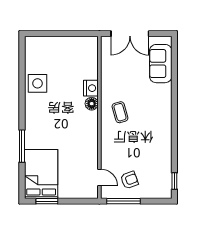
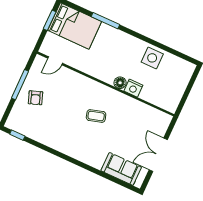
nightstand: (91, 88) -> (133, 88), moved
floor lamp: (92, 104) -> (120, 83), moved
wall: (99, 117) -> (106, 84), moved
door: (99, 177) -> (55, 61), moved

